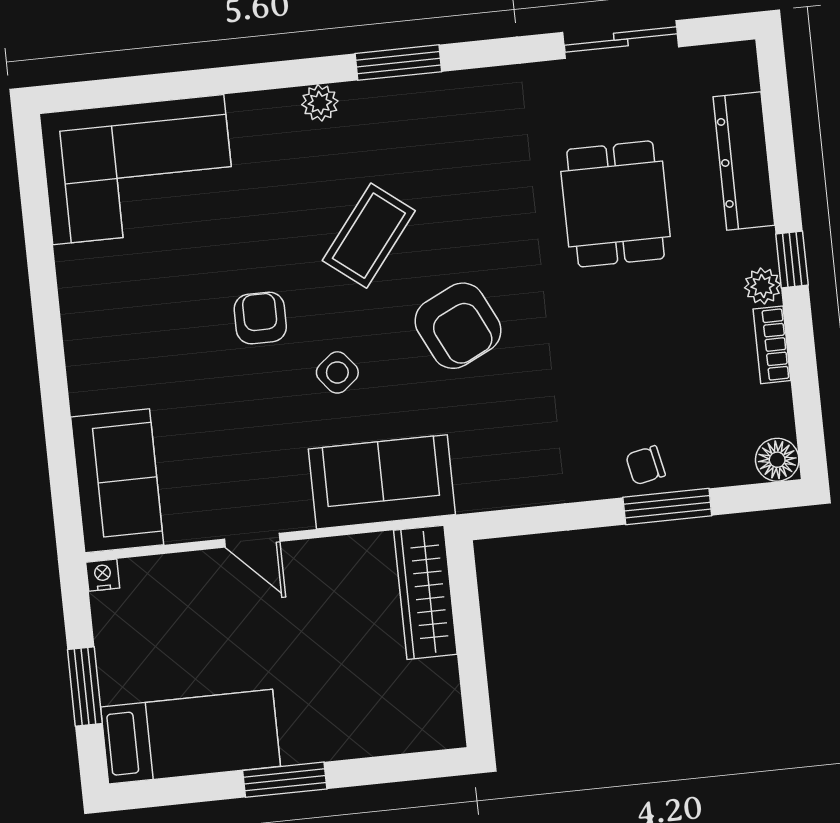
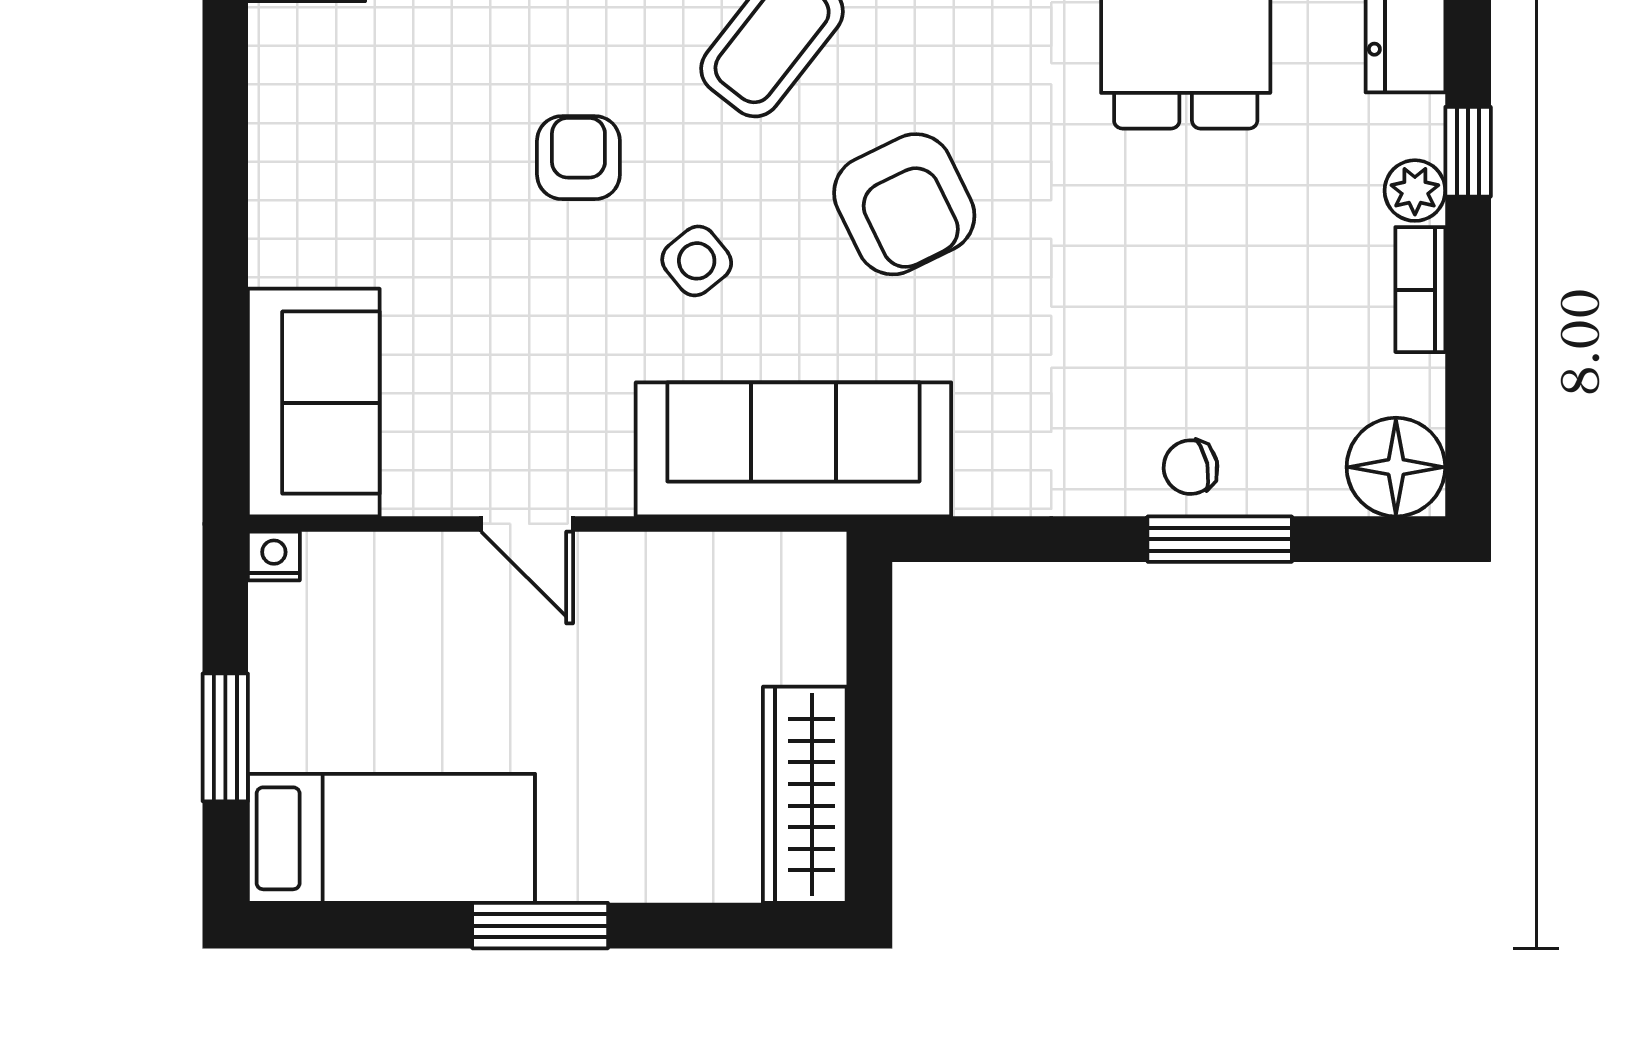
floor lamp: (777, 460) -> (1396, 467), width x1.38, depth x1.38
sofa: (382, 482) -> (793, 449), width x1.36
wardrobe: (425, 592) -> (805, 795), moved

